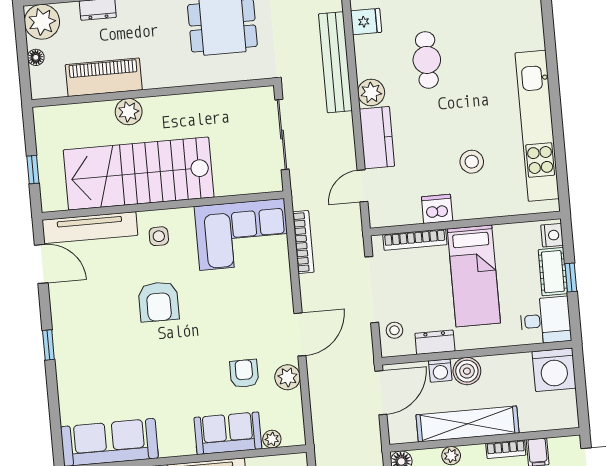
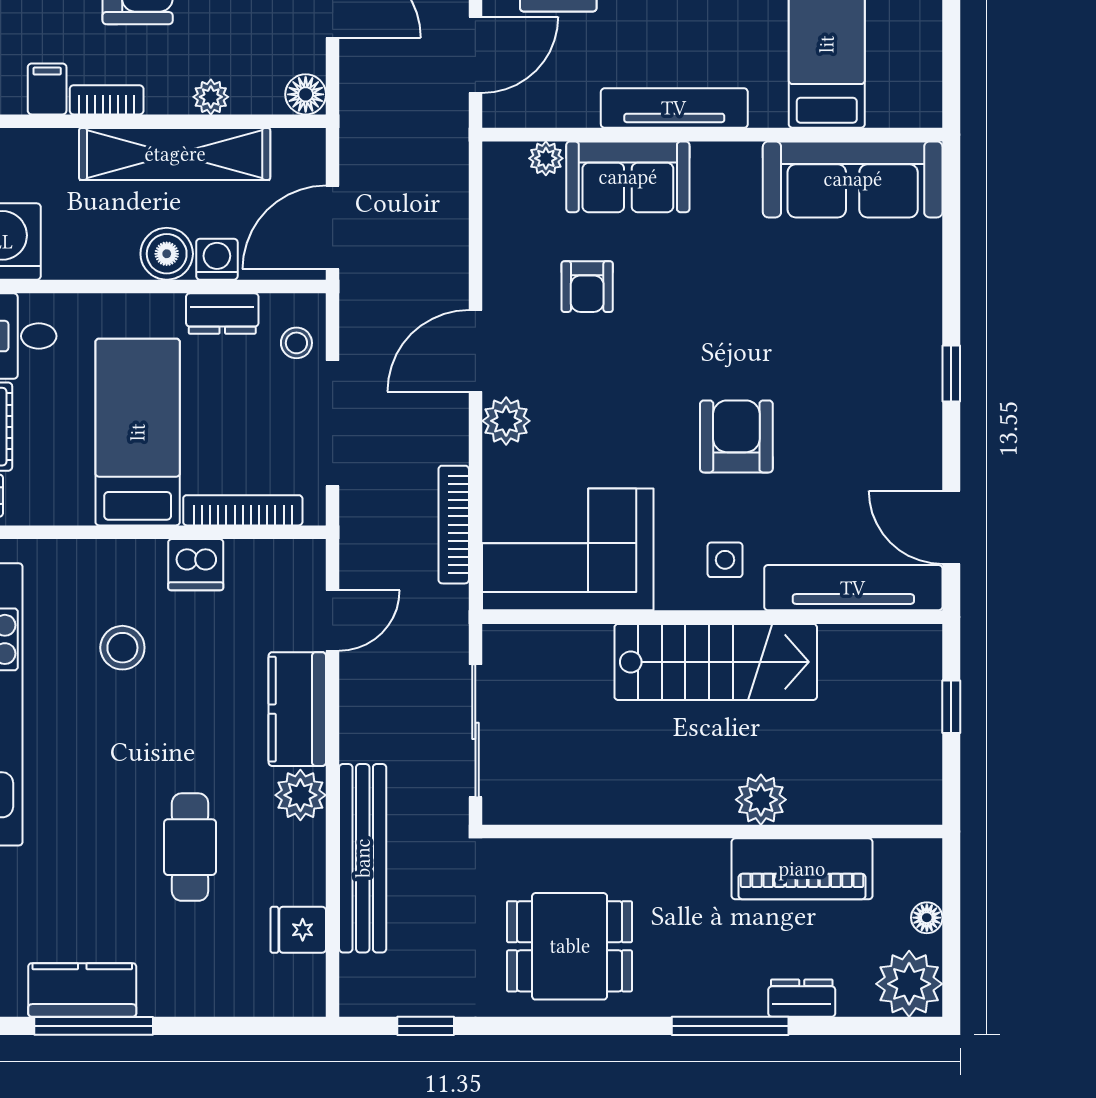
stairs: (139, 174) -> (716, 662), width x0.73, depth x0.66
plant: (288, 377) -> (506, 421), moved

